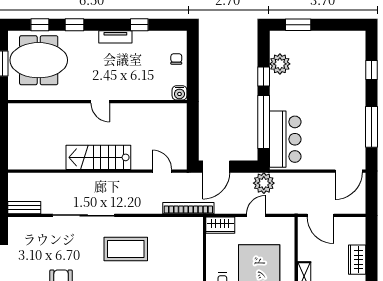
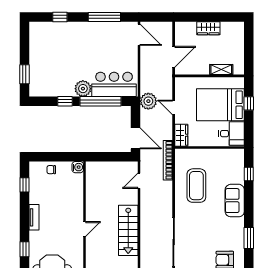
window: (139, 25) -> (24, 185), moved
plant: (280, 64) -> (83, 89), moved
coffee table: (126, 249) -> (196, 186), moved

